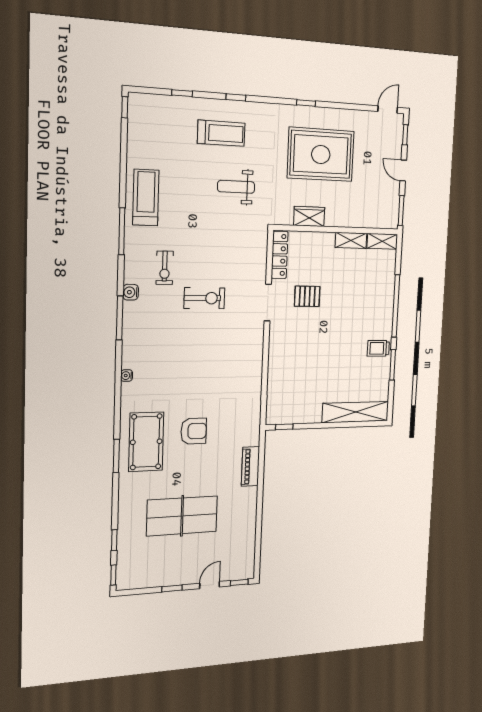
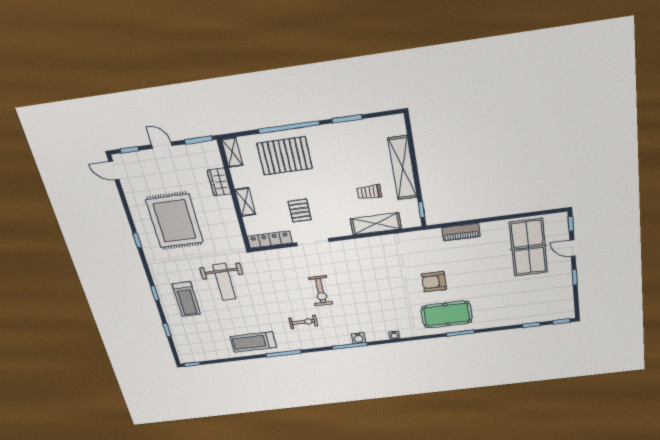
treadmill: (221, 133) -> (186, 299), turned 180
door: (403, 170) -> (162, 145), swing flipped
weight bench: (236, 187) -> (224, 282), width x1.36, depth x1.33
wardrobe: (309, 216) -> (219, 182), moved
shelving: (351, 240) -> (245, 202), moved
water cooler: (131, 292) -> (358, 338), moved
pallet: (368, 294) -> (285, 156), added
exercise bike: (204, 298) -> (321, 291), turned 180
trolley: (378, 348) -> (369, 192), moved, turned 90
shelving: (277, 376) -> (376, 224), added
shelving: (355, 412) -> (403, 168), moved
armchair: (194, 431) -> (434, 282), turned -90
table tennis table: (182, 516) -> (528, 247), moved

